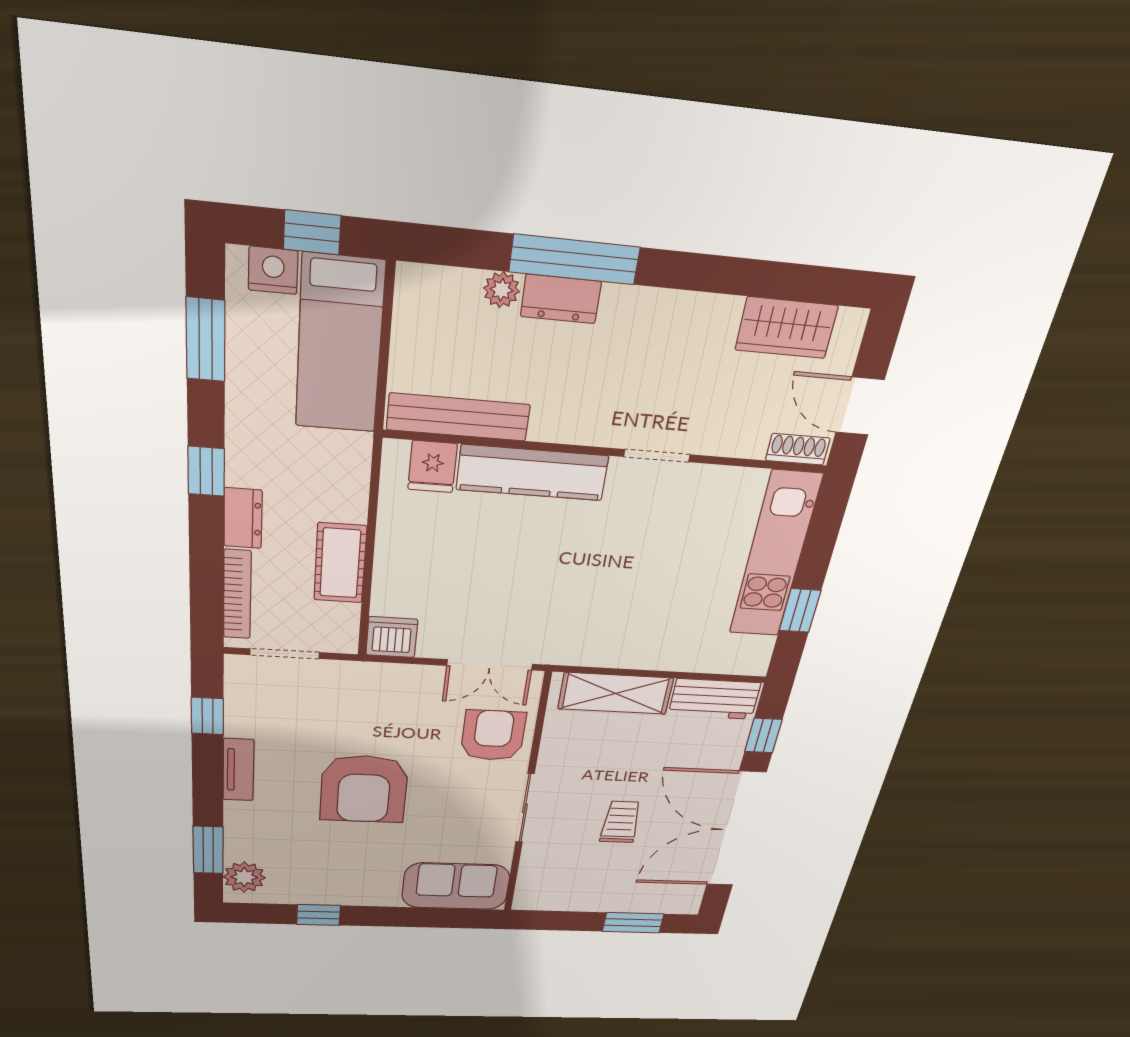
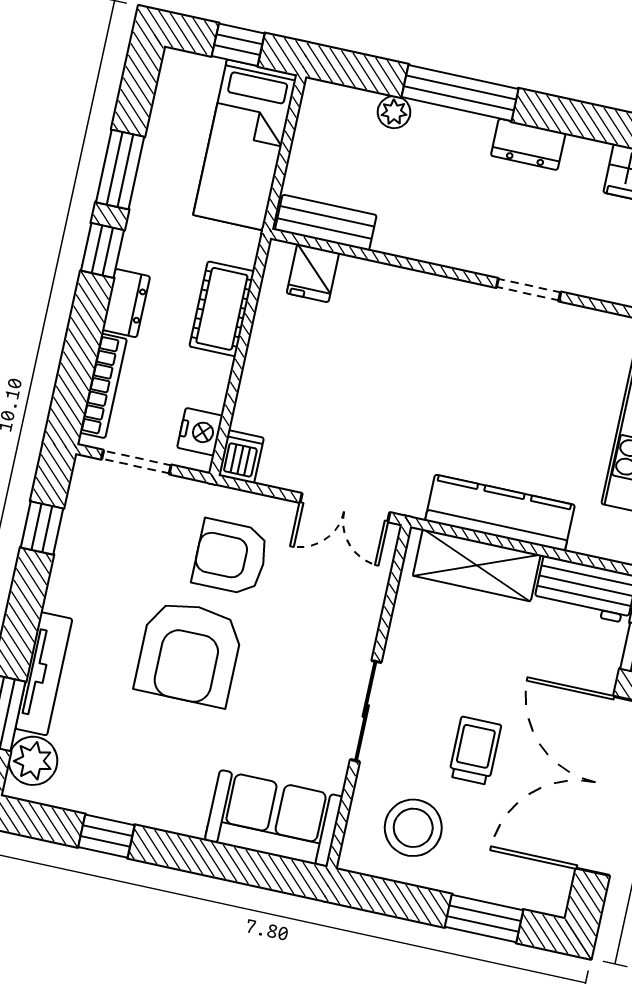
nightstand: (273, 270) -> (200, 432), moved, turned 90
dresser: (561, 299) -> (528, 144), moved
window: (206, 340) -> (120, 170), moved
bench: (458, 417) -> (326, 223), width x0.73
kitchen counter: (532, 473) -> (500, 513), moved, turned 180
cot: (340, 563) -> (222, 309), moved
dishwasher: (392, 637) -> (241, 457), width x0.73
armchair: (493, 735) -> (231, 557), moved, turned -90
tv unit: (238, 770) -> (44, 674), moved, width x1.41
stool: (572, 877) -> (413, 828), added

